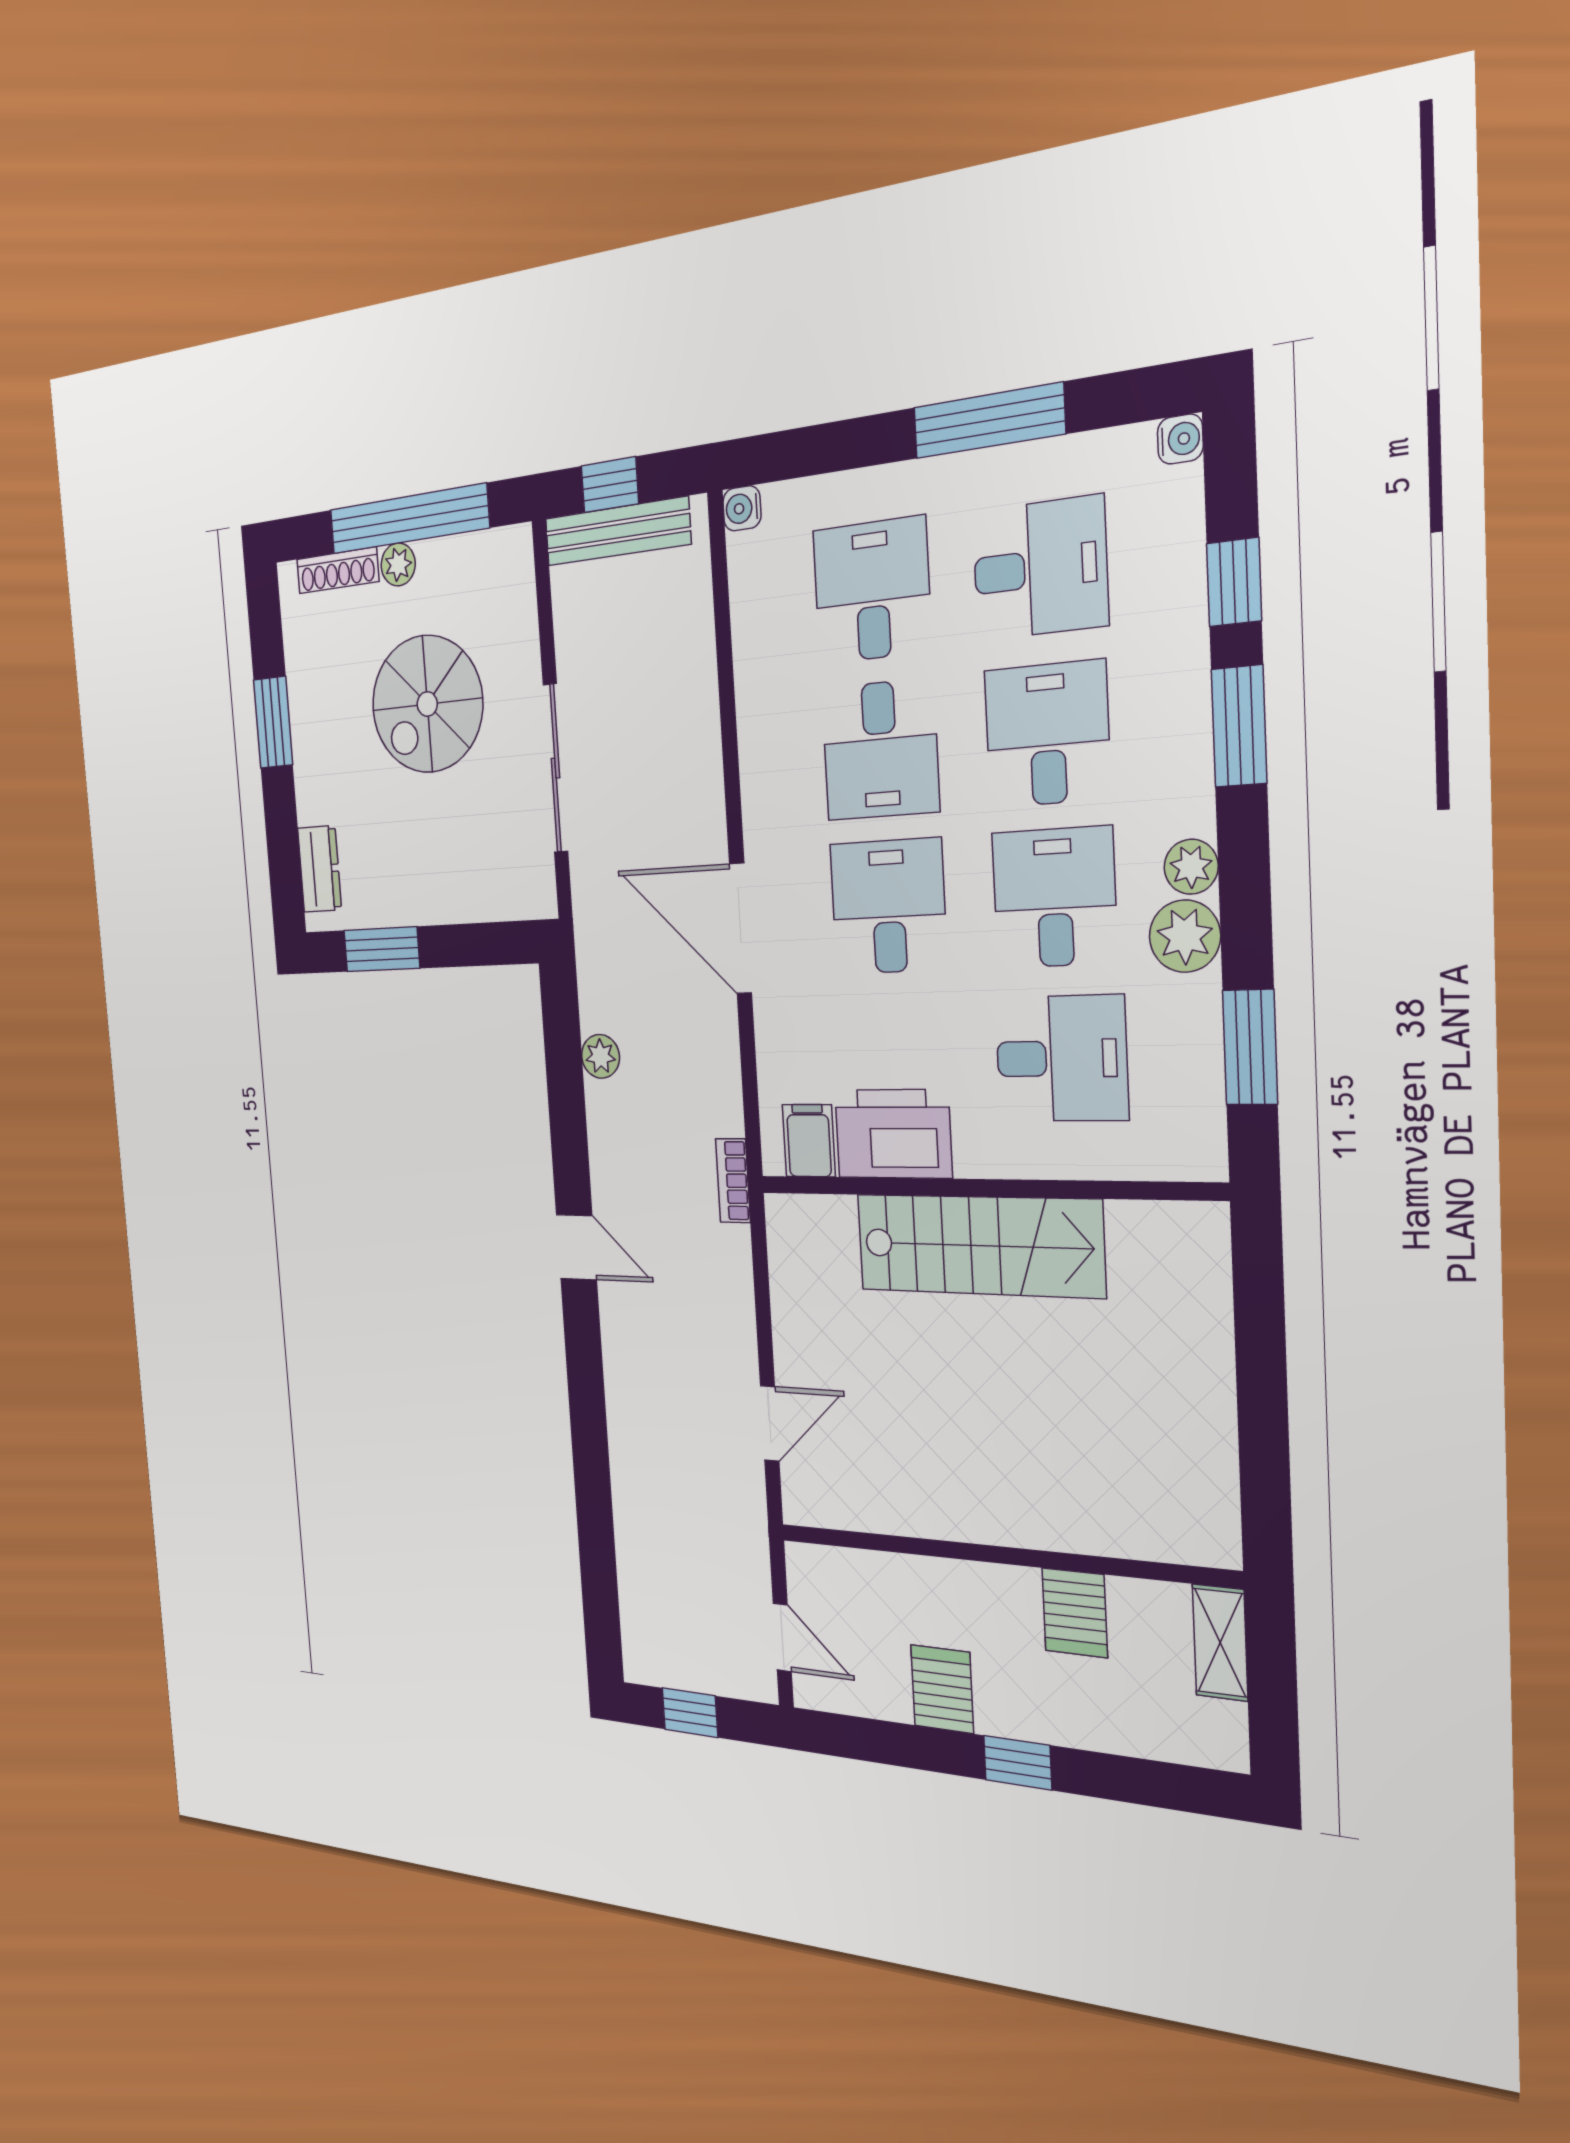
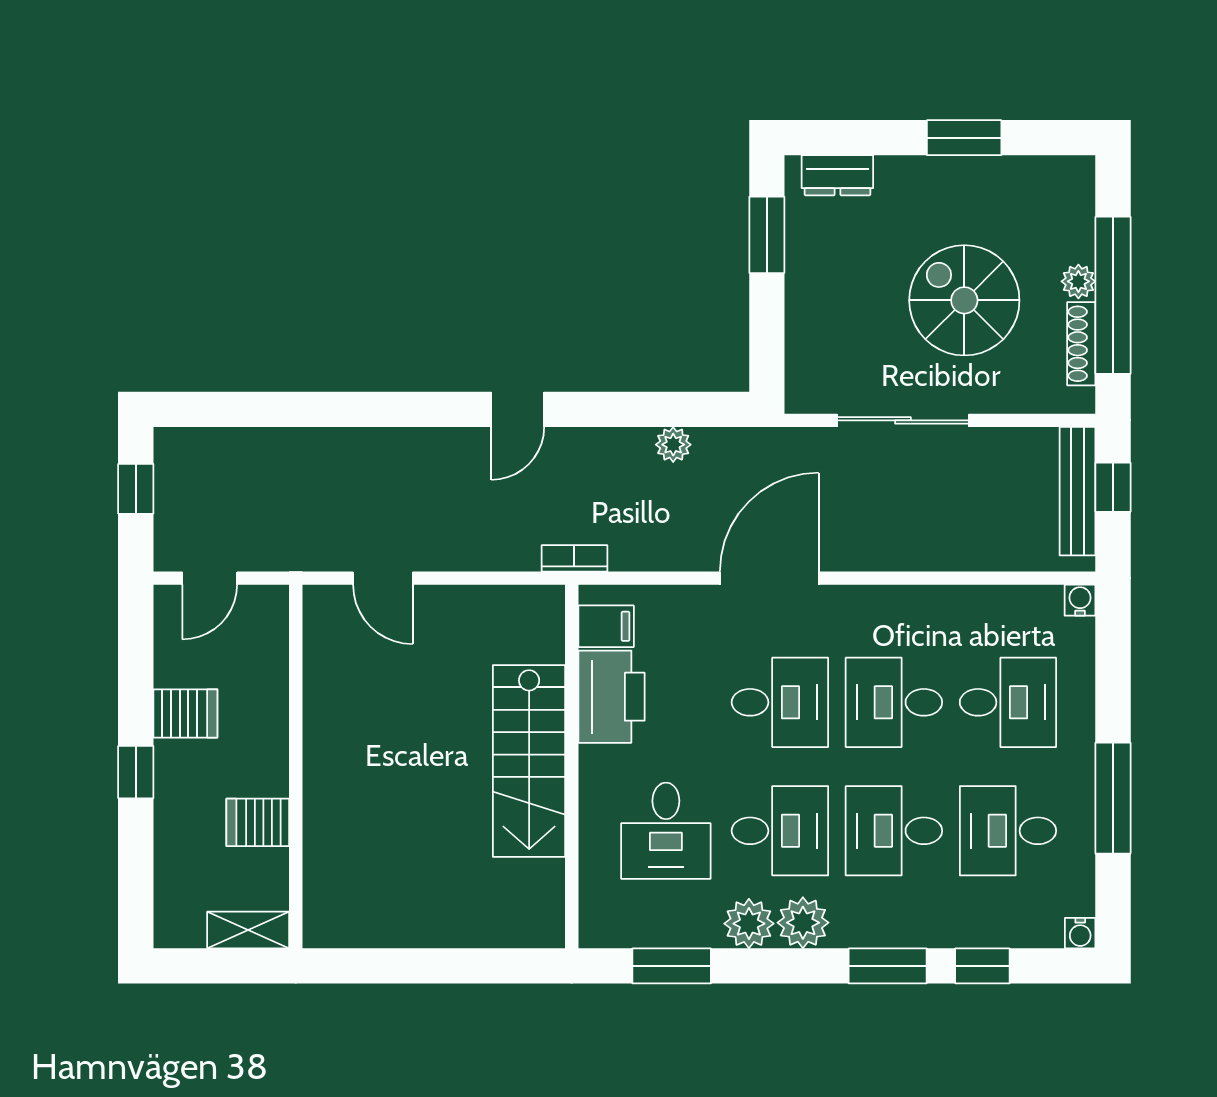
desk: (1040, 568) -> (1008, 831), turned 90
shoe rack: (338, 570) -> (1081, 344), moved
desk: (1047, 734) -> (894, 831), turned 180
plant: (1191, 867) -> (803, 923), width x1.38, depth x1.38

